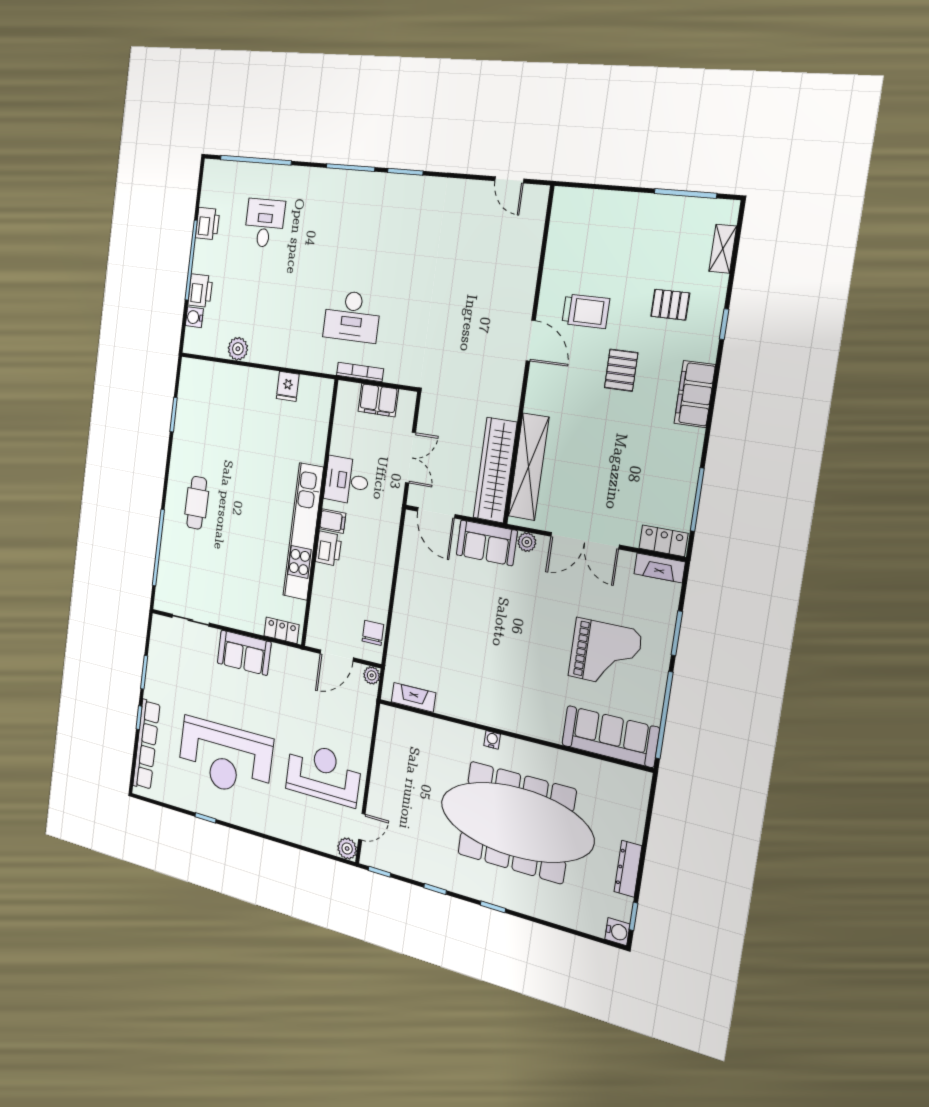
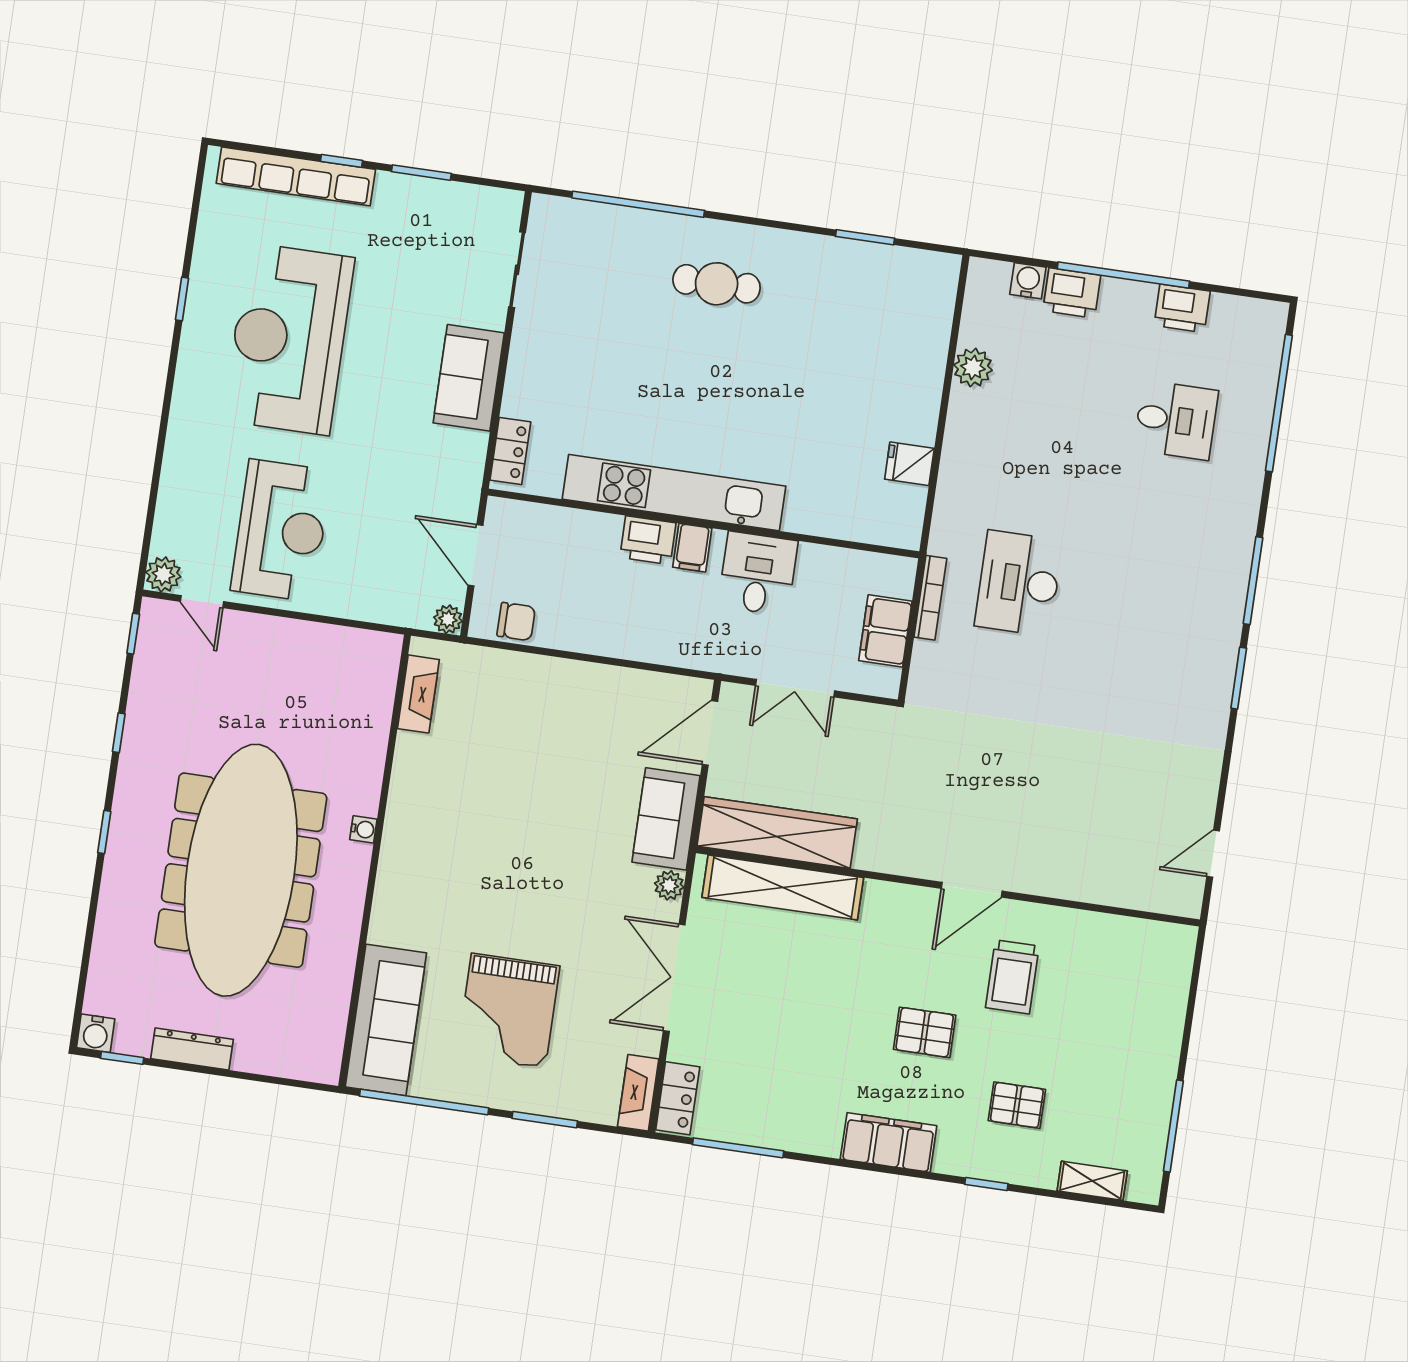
pallet: (670, 305) -> (1017, 1105), turned 90

